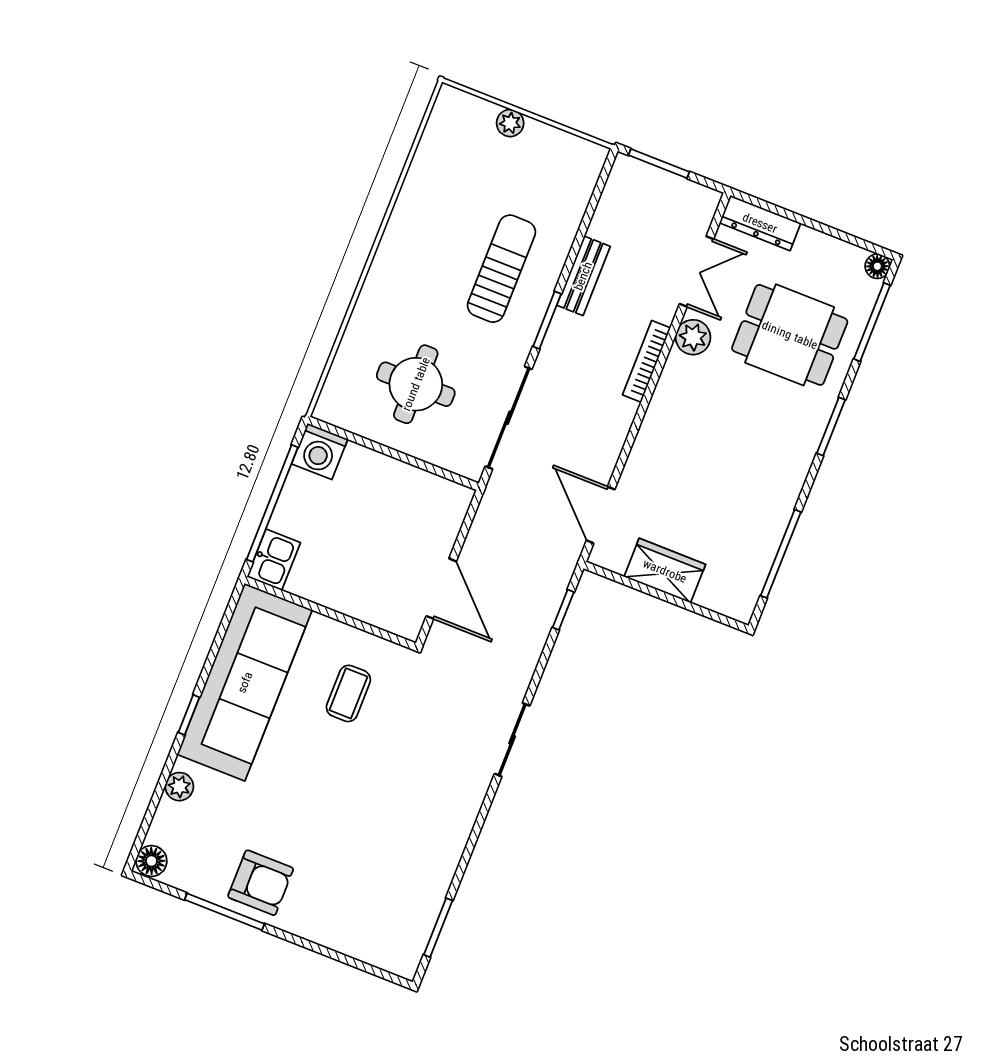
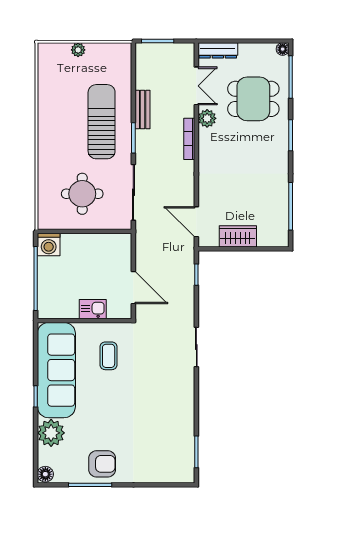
sun lounger: (501, 269) -> (102, 122), width x1.36, depth x1.34
kitchen sink: (274, 560) -> (93, 309), moved, turned -90
plant: (179, 787) -> (51, 433), width x1.87, depth x1.87

